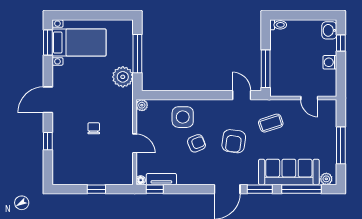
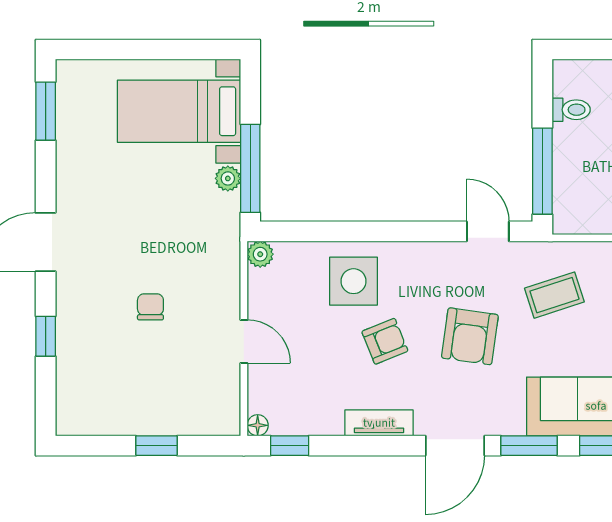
toilet: (278, 25) -> (571, 110), moved
bed with nightstands: (79, 43) -> (179, 111), moved, turned 180
window: (137, 54) -> (250, 168), moved
plant: (123, 77) -> (228, 178), width x0.53, depth x0.53
tv unit: (161, 179) -> (379, 423), moved

